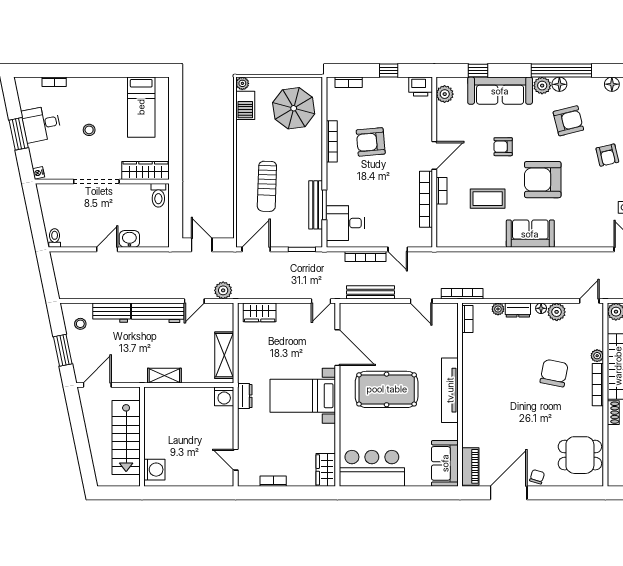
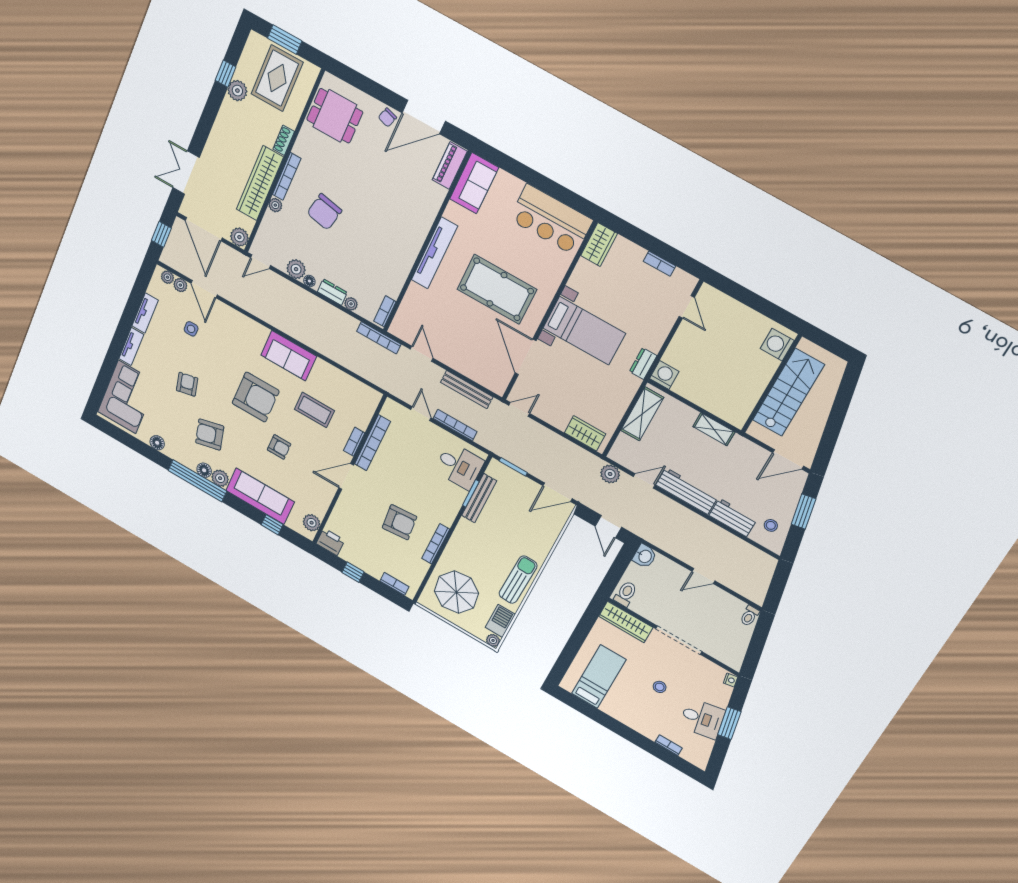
sun lounger: (267, 186) -> (518, 580), moved
washbasin: (129, 239) -> (645, 556), moved, turned -90

